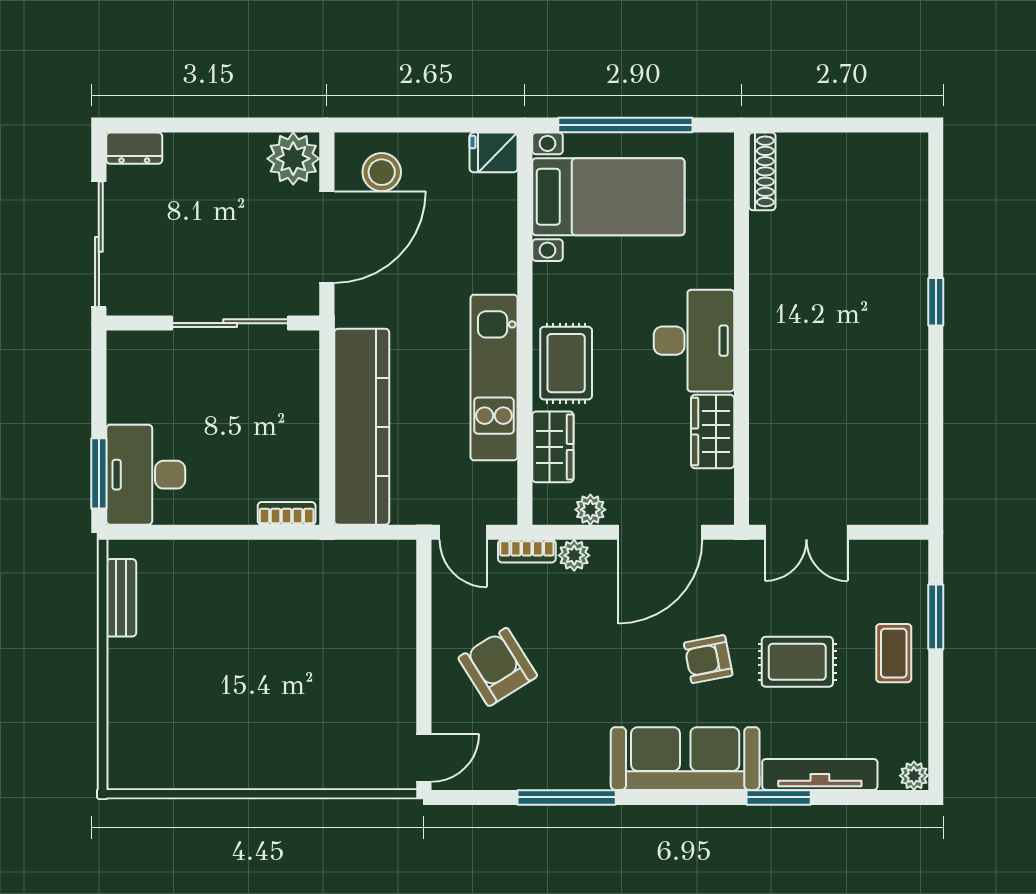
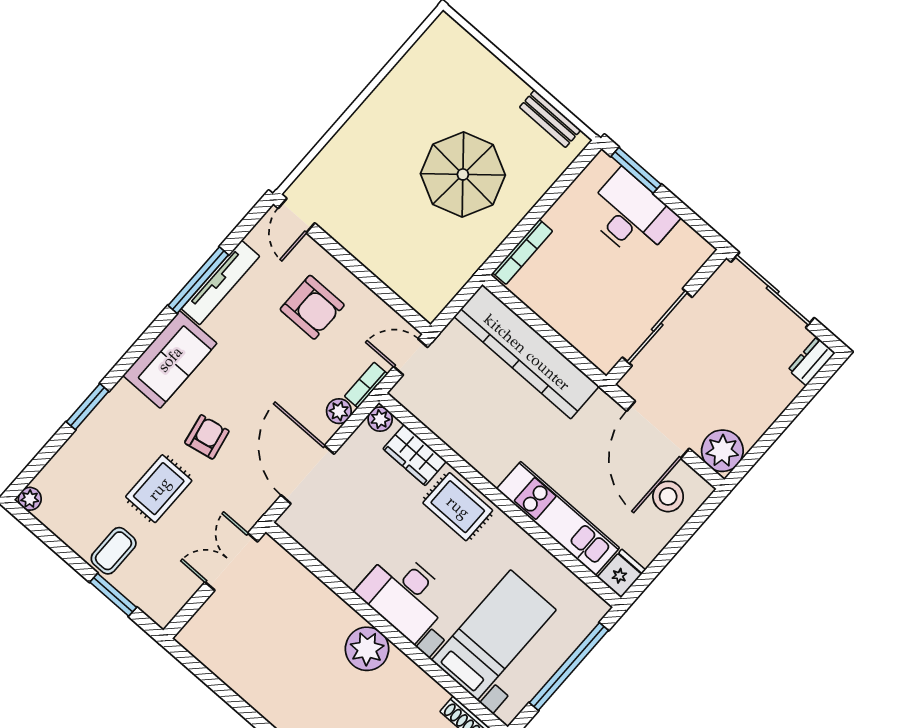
bed with nightstands: (608, 197) -> (494, 635), moved, turned 180
plant: (776, 331) -> (367, 649), added
kitchen unit: (494, 378) -> (558, 518), moved
wardrobe: (713, 432) -> (340, 558), removed
desk: (146, 475) -> (631, 215), moved
plant: (590, 510) -> (380, 419), moved
bookcase: (287, 513) -> (523, 252), width x1.56
parasol: (247, 634) -> (463, 174), added
coffee table: (894, 653) -> (114, 551), turned 90
armchair: (498, 667) -> (312, 307), turned 32
sofa: (685, 759) -> (170, 359), width x0.73
tv unit: (820, 774) -> (220, 283), moved

